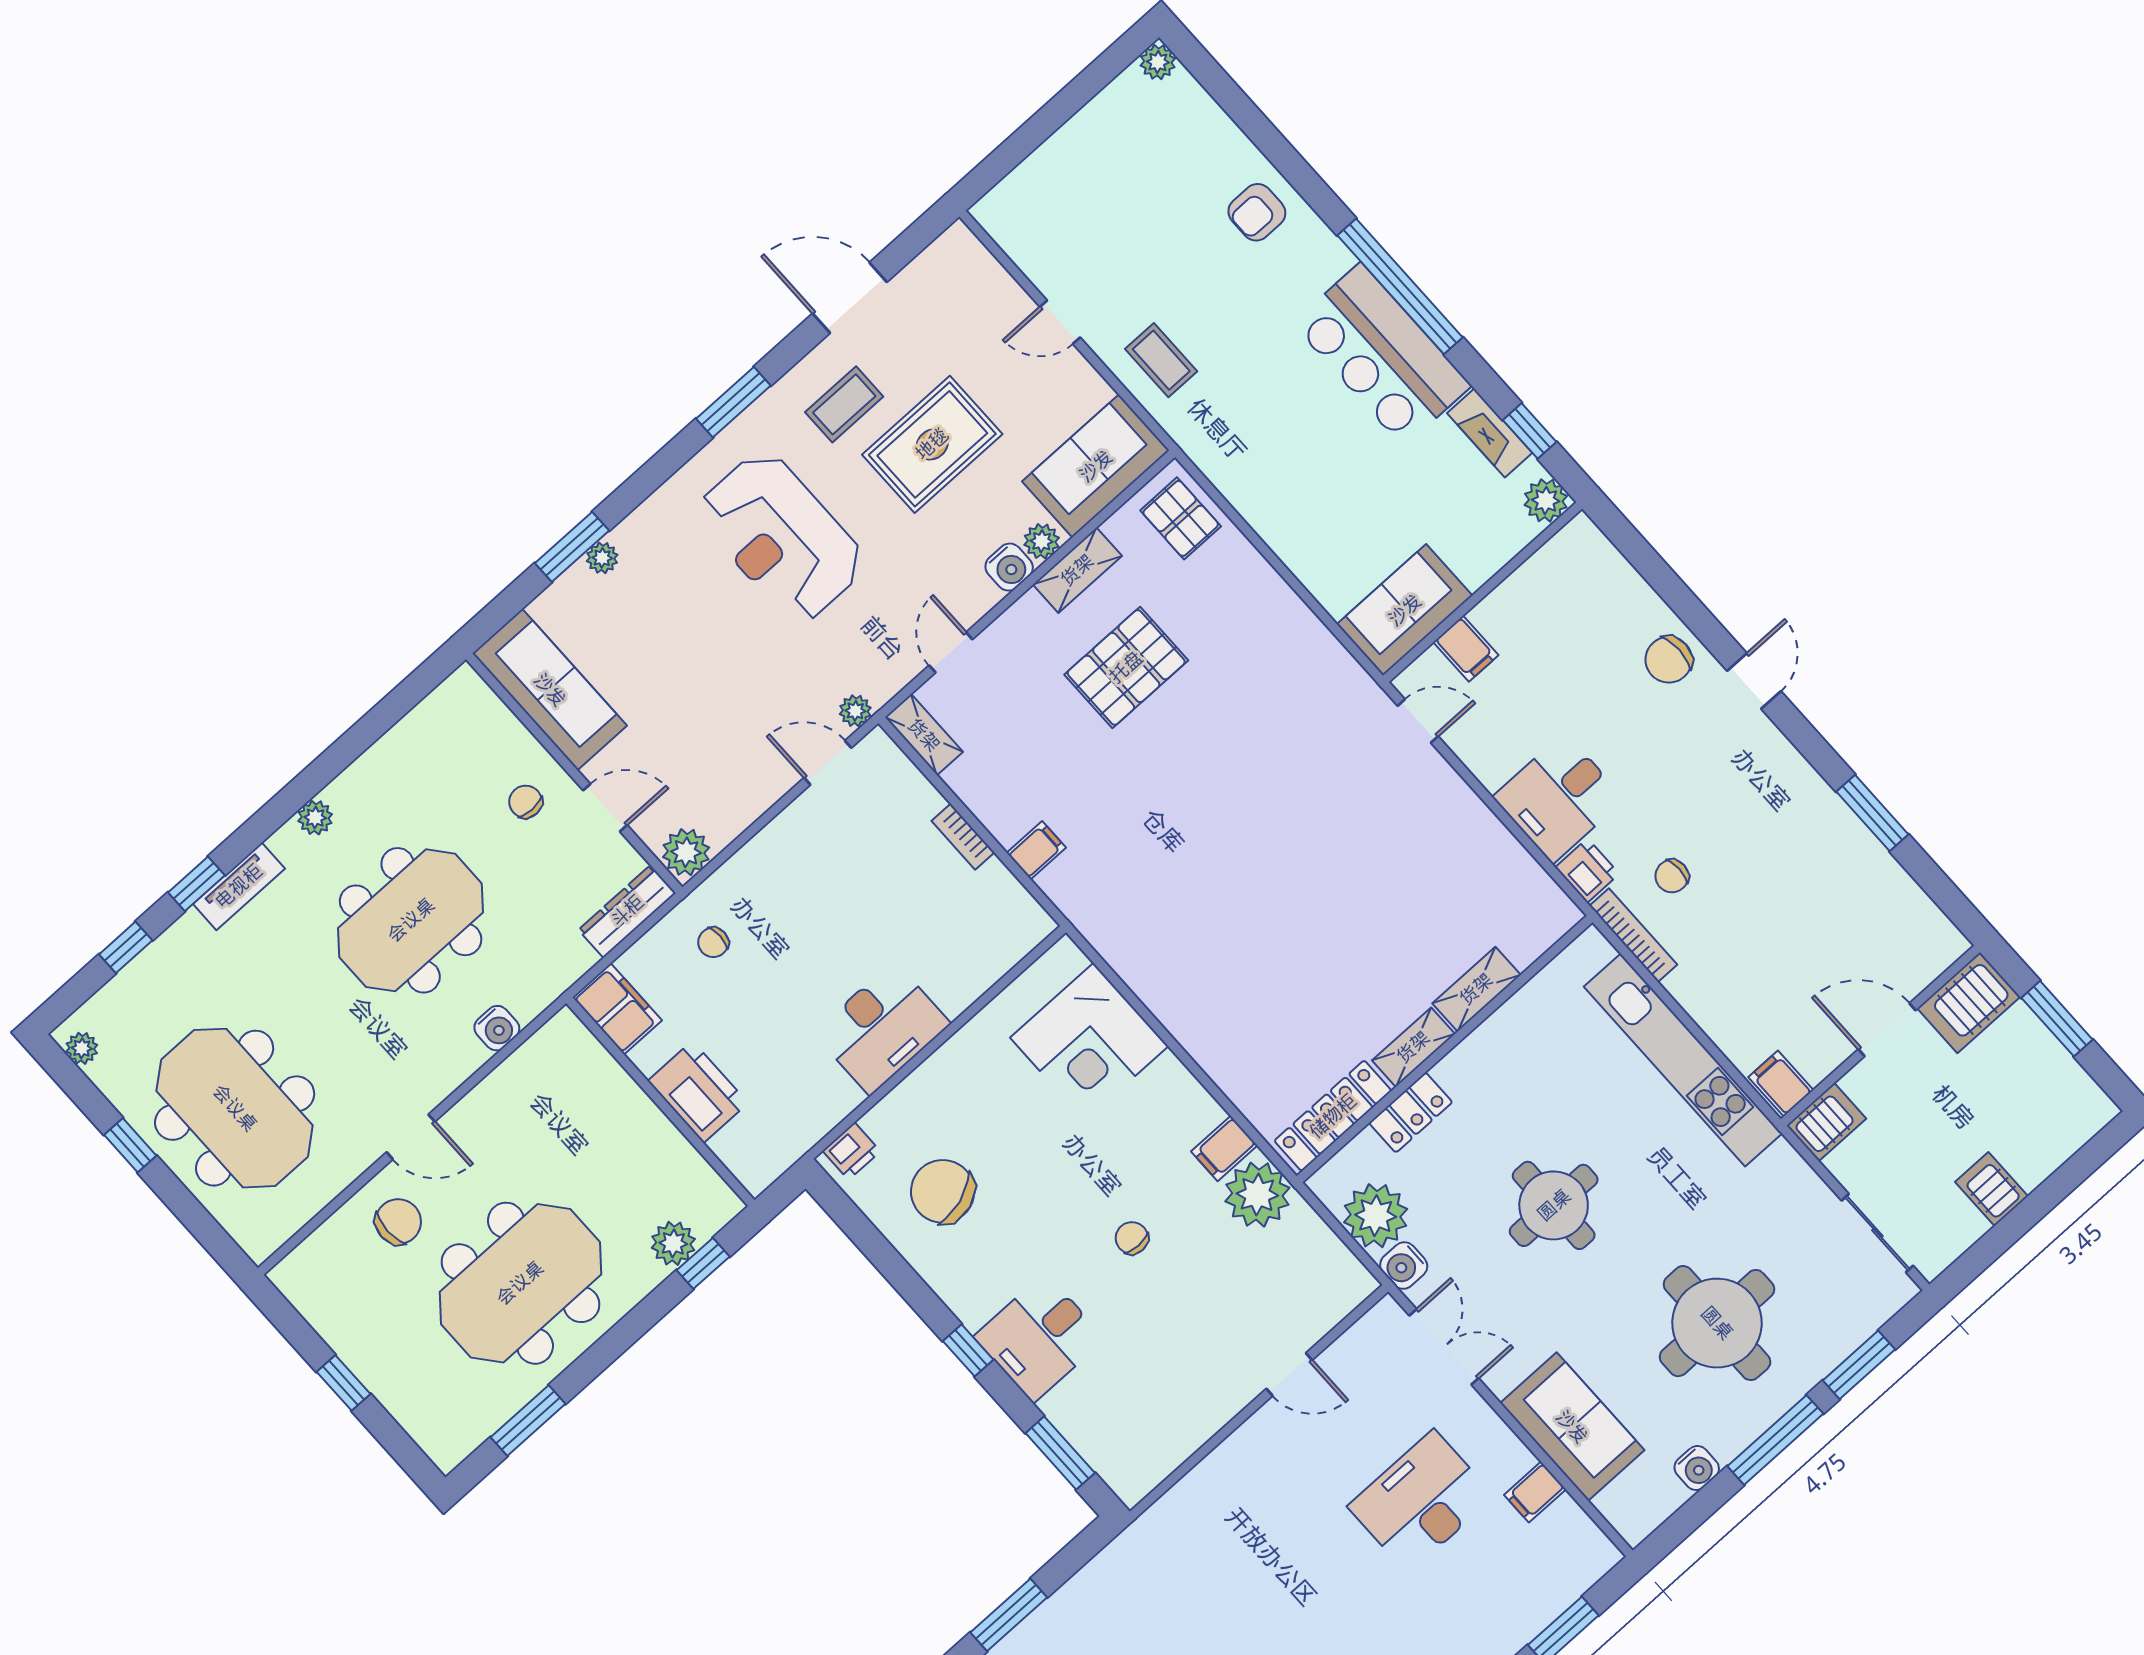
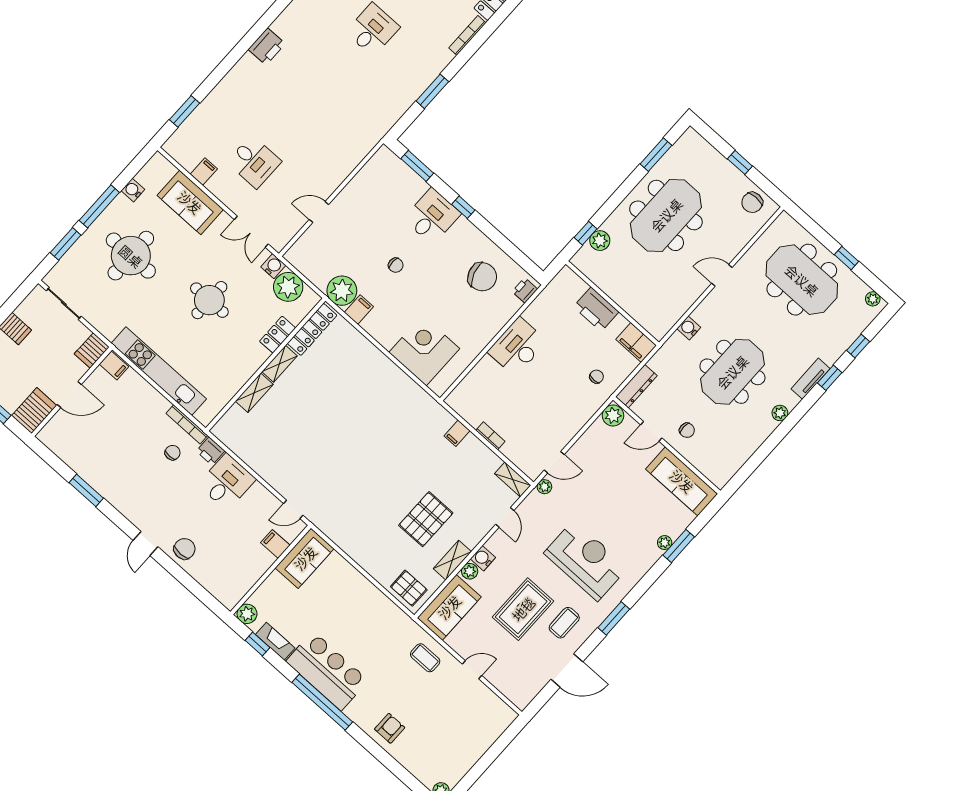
chair: (398, 1222) -> (752, 202), moved
desk: (1421, 1501) -> (254, 162), width x0.73

